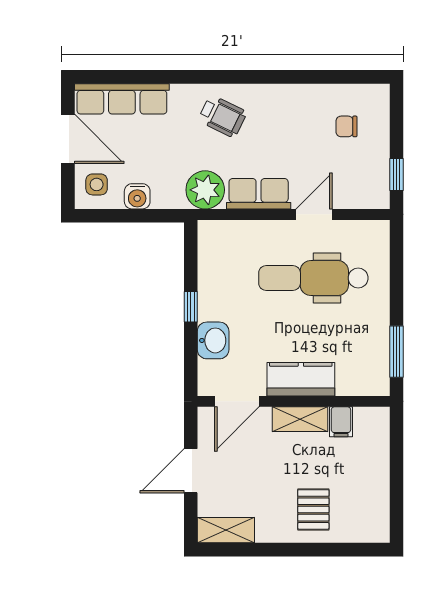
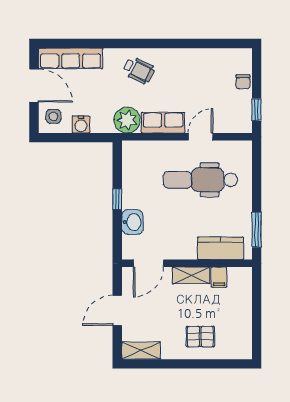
chair: (347, 126) -> (243, 82), moved, turned -90
kitchen counter: (301, 379) -> (221, 248), moved
pallet: (313, 509) -> (200, 337), turned 90

